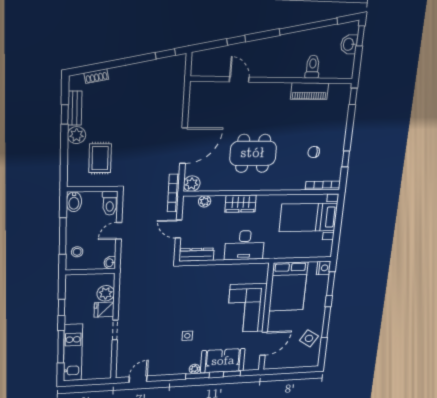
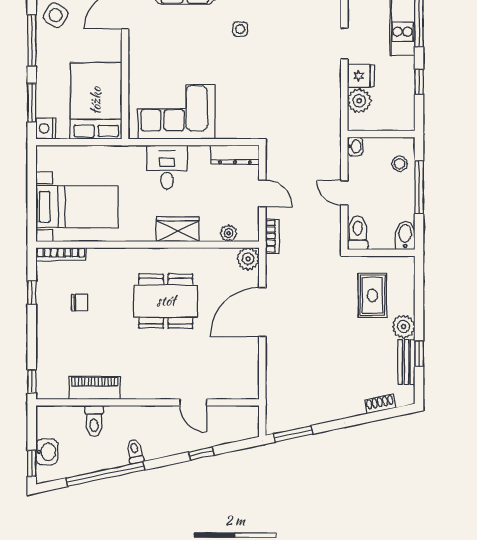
toilet: (285, 43) -> (135, 451), added
window: (165, 54) -> (293, 434), width x1.50
bookcase: (173, 193) -> (272, 236), width x0.64
door: (119, 231) -> (344, 193), swing flipped
desk: (244, 245) -> (167, 167), width x0.73
corner sofa: (247, 308) -> (177, 112), moved, turned -90

